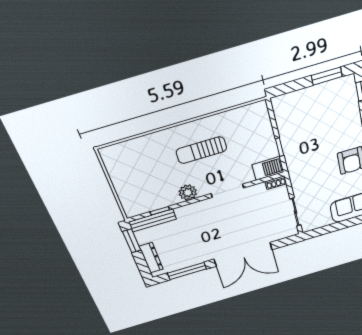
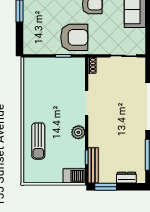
sun lounger: (201, 150) -> (38, 141), moved
armchair: (306, 153) -> (74, 37), added
barbecue: (268, 168) -> (74, 176), moved, turned 90
dresser: (151, 258) -> (126, 178), width x0.70

